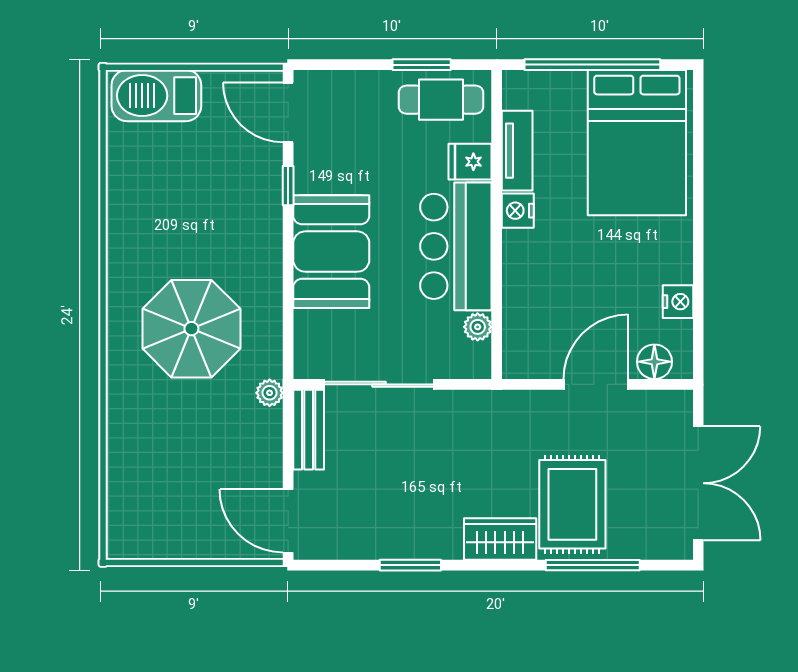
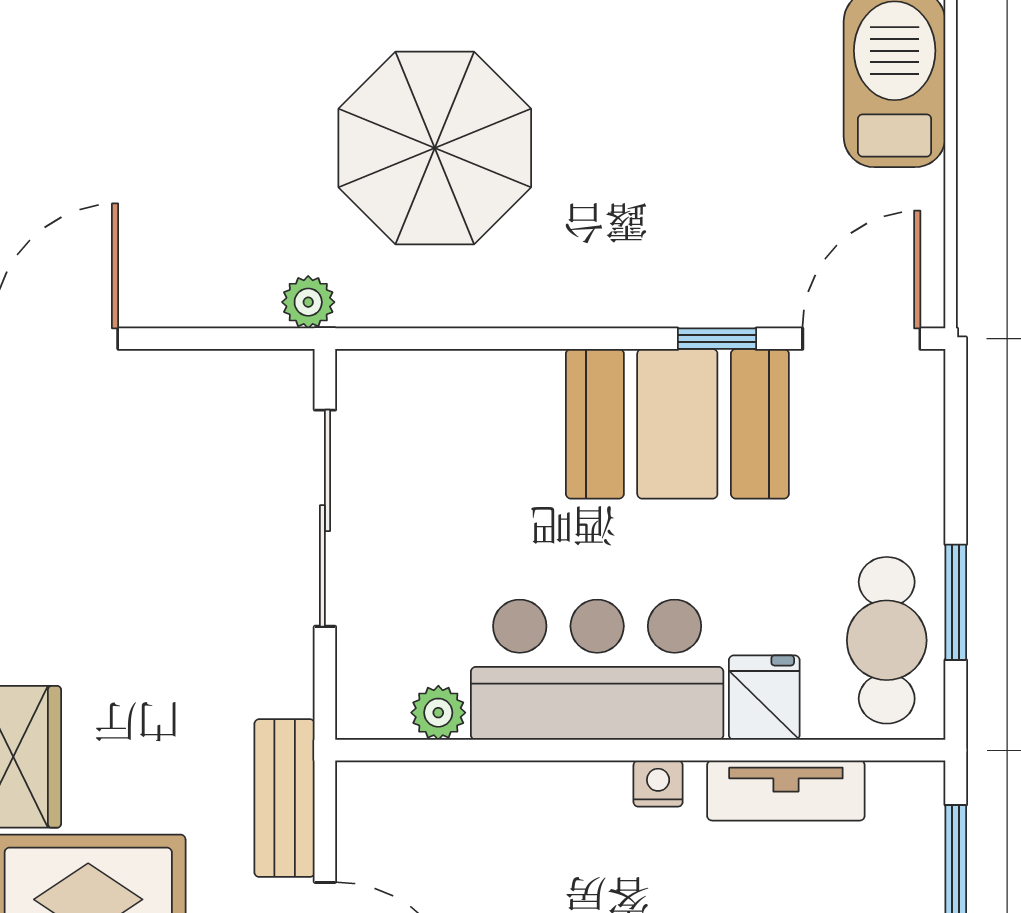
nightstand: (518, 211) -> (658, 784), width x0.72, depth x0.74
booth: (331, 252) -> (677, 424), moved
bench: (309, 430) -> (285, 798), moved, turned 90

